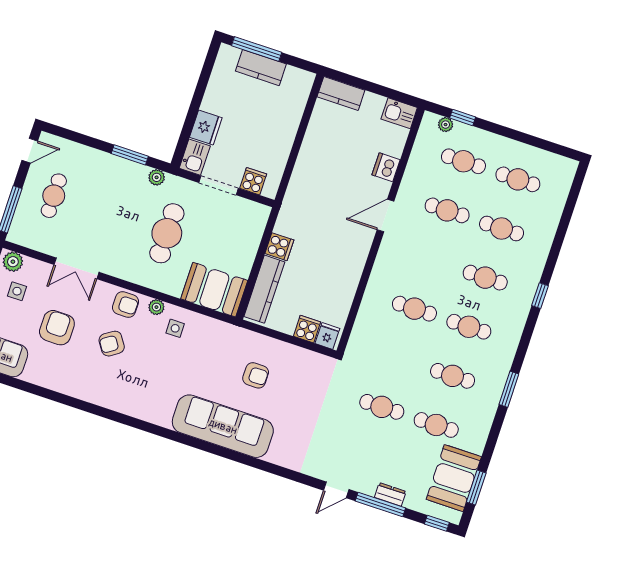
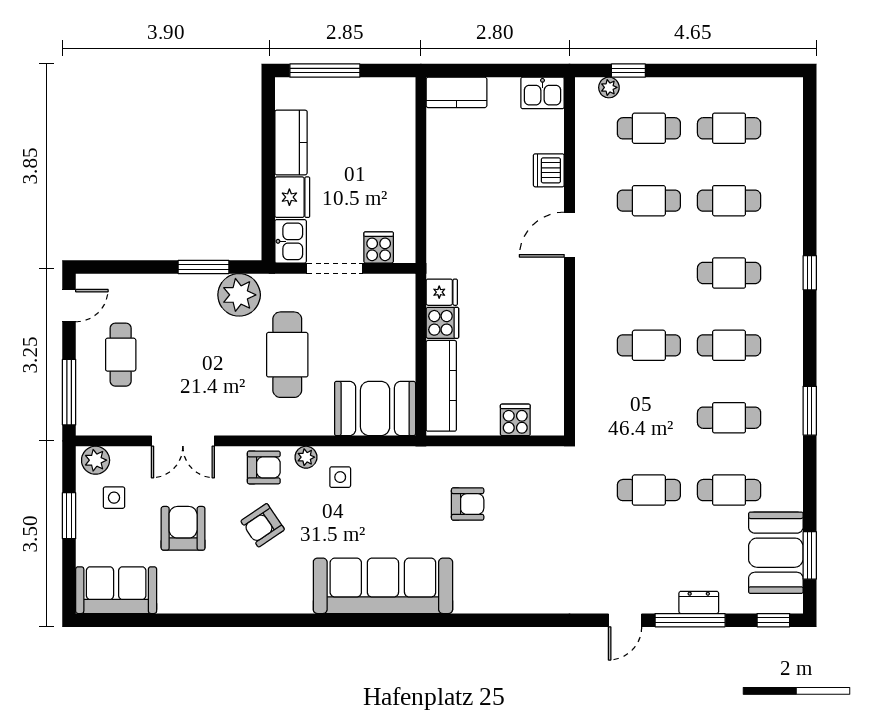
kitchen counter: (261, 68) -> (291, 142), moved, turned -90
plant: (157, 177) -> (239, 295), width x1.87, depth x1.87
fridge: (327, 336) -> (442, 292), moved, turned 90
sofa: (223, 426) -> (383, 586), moved

